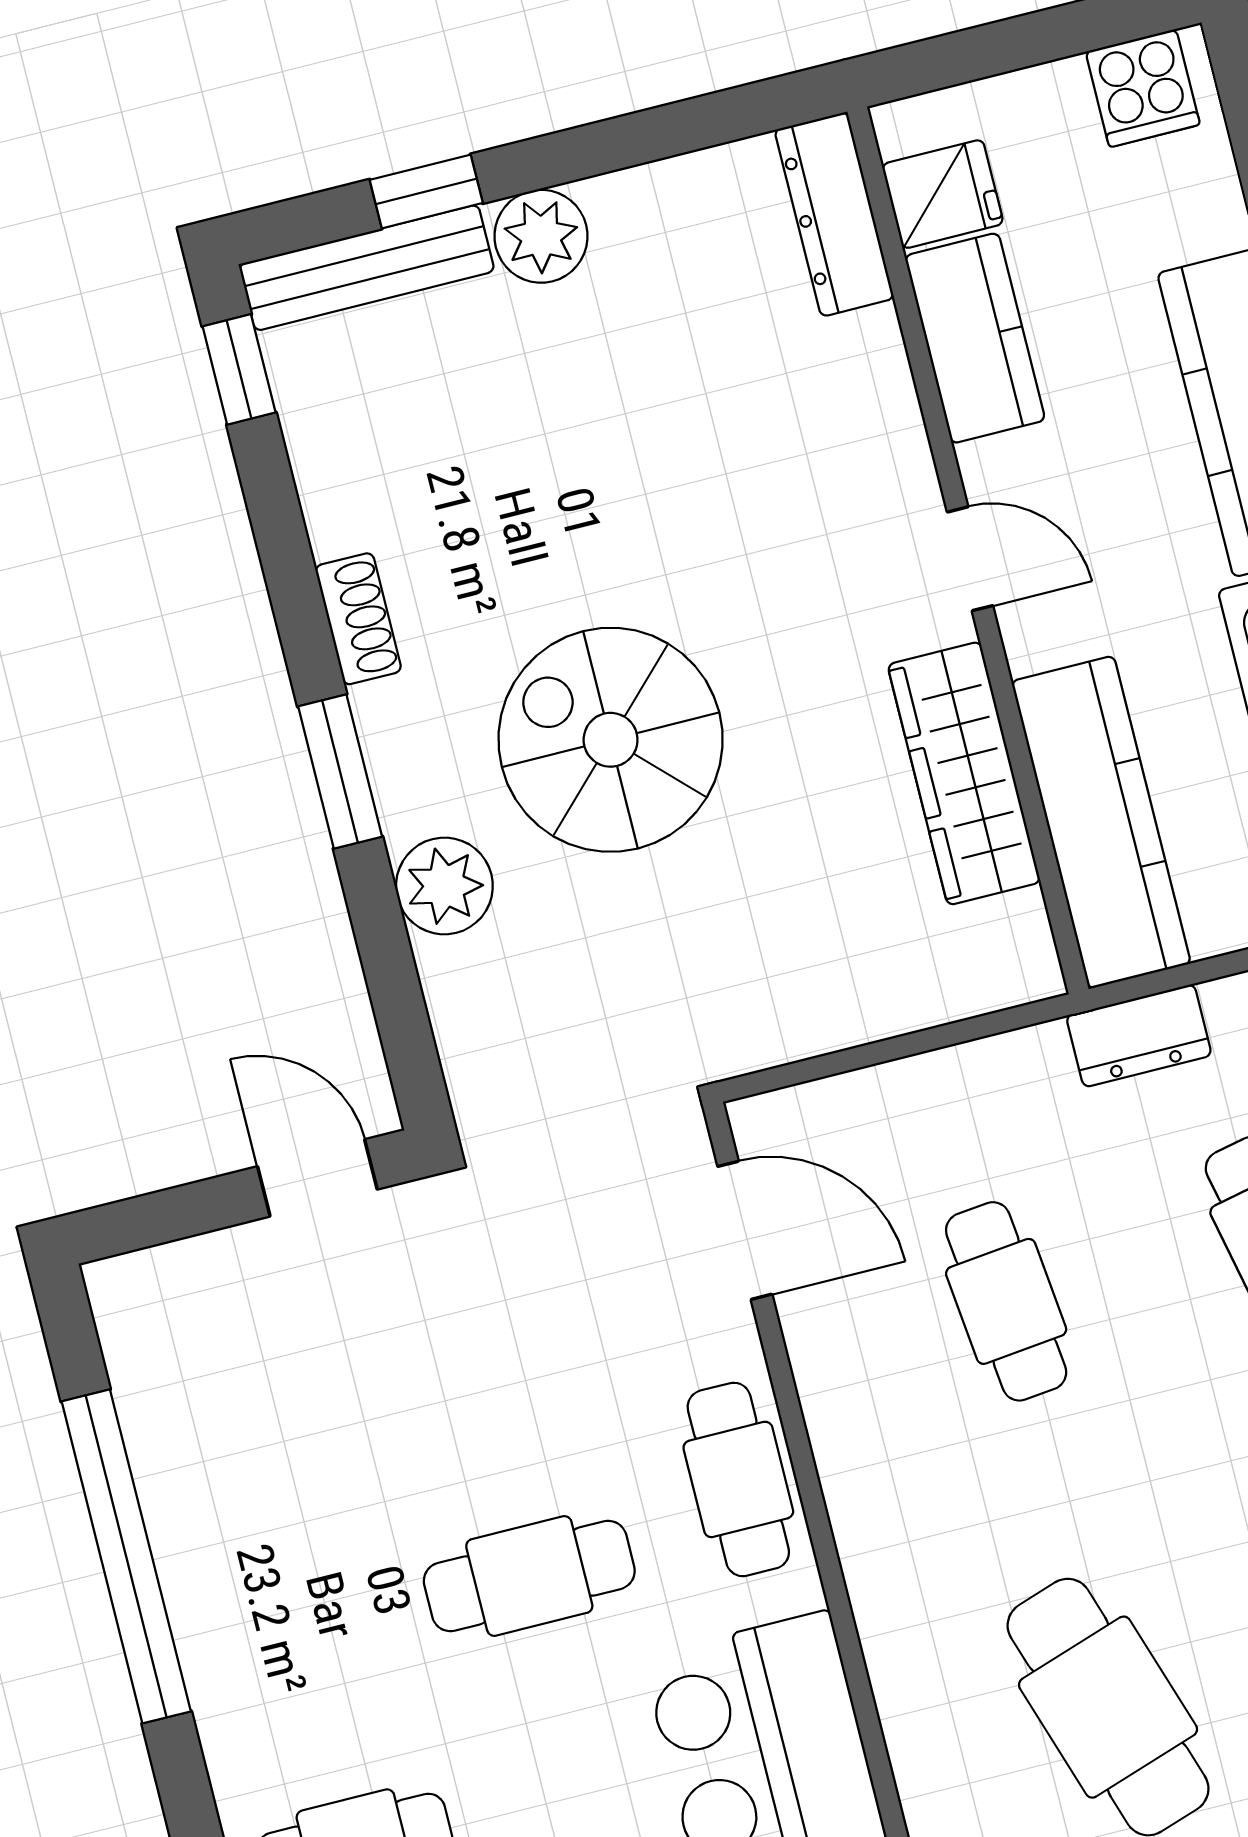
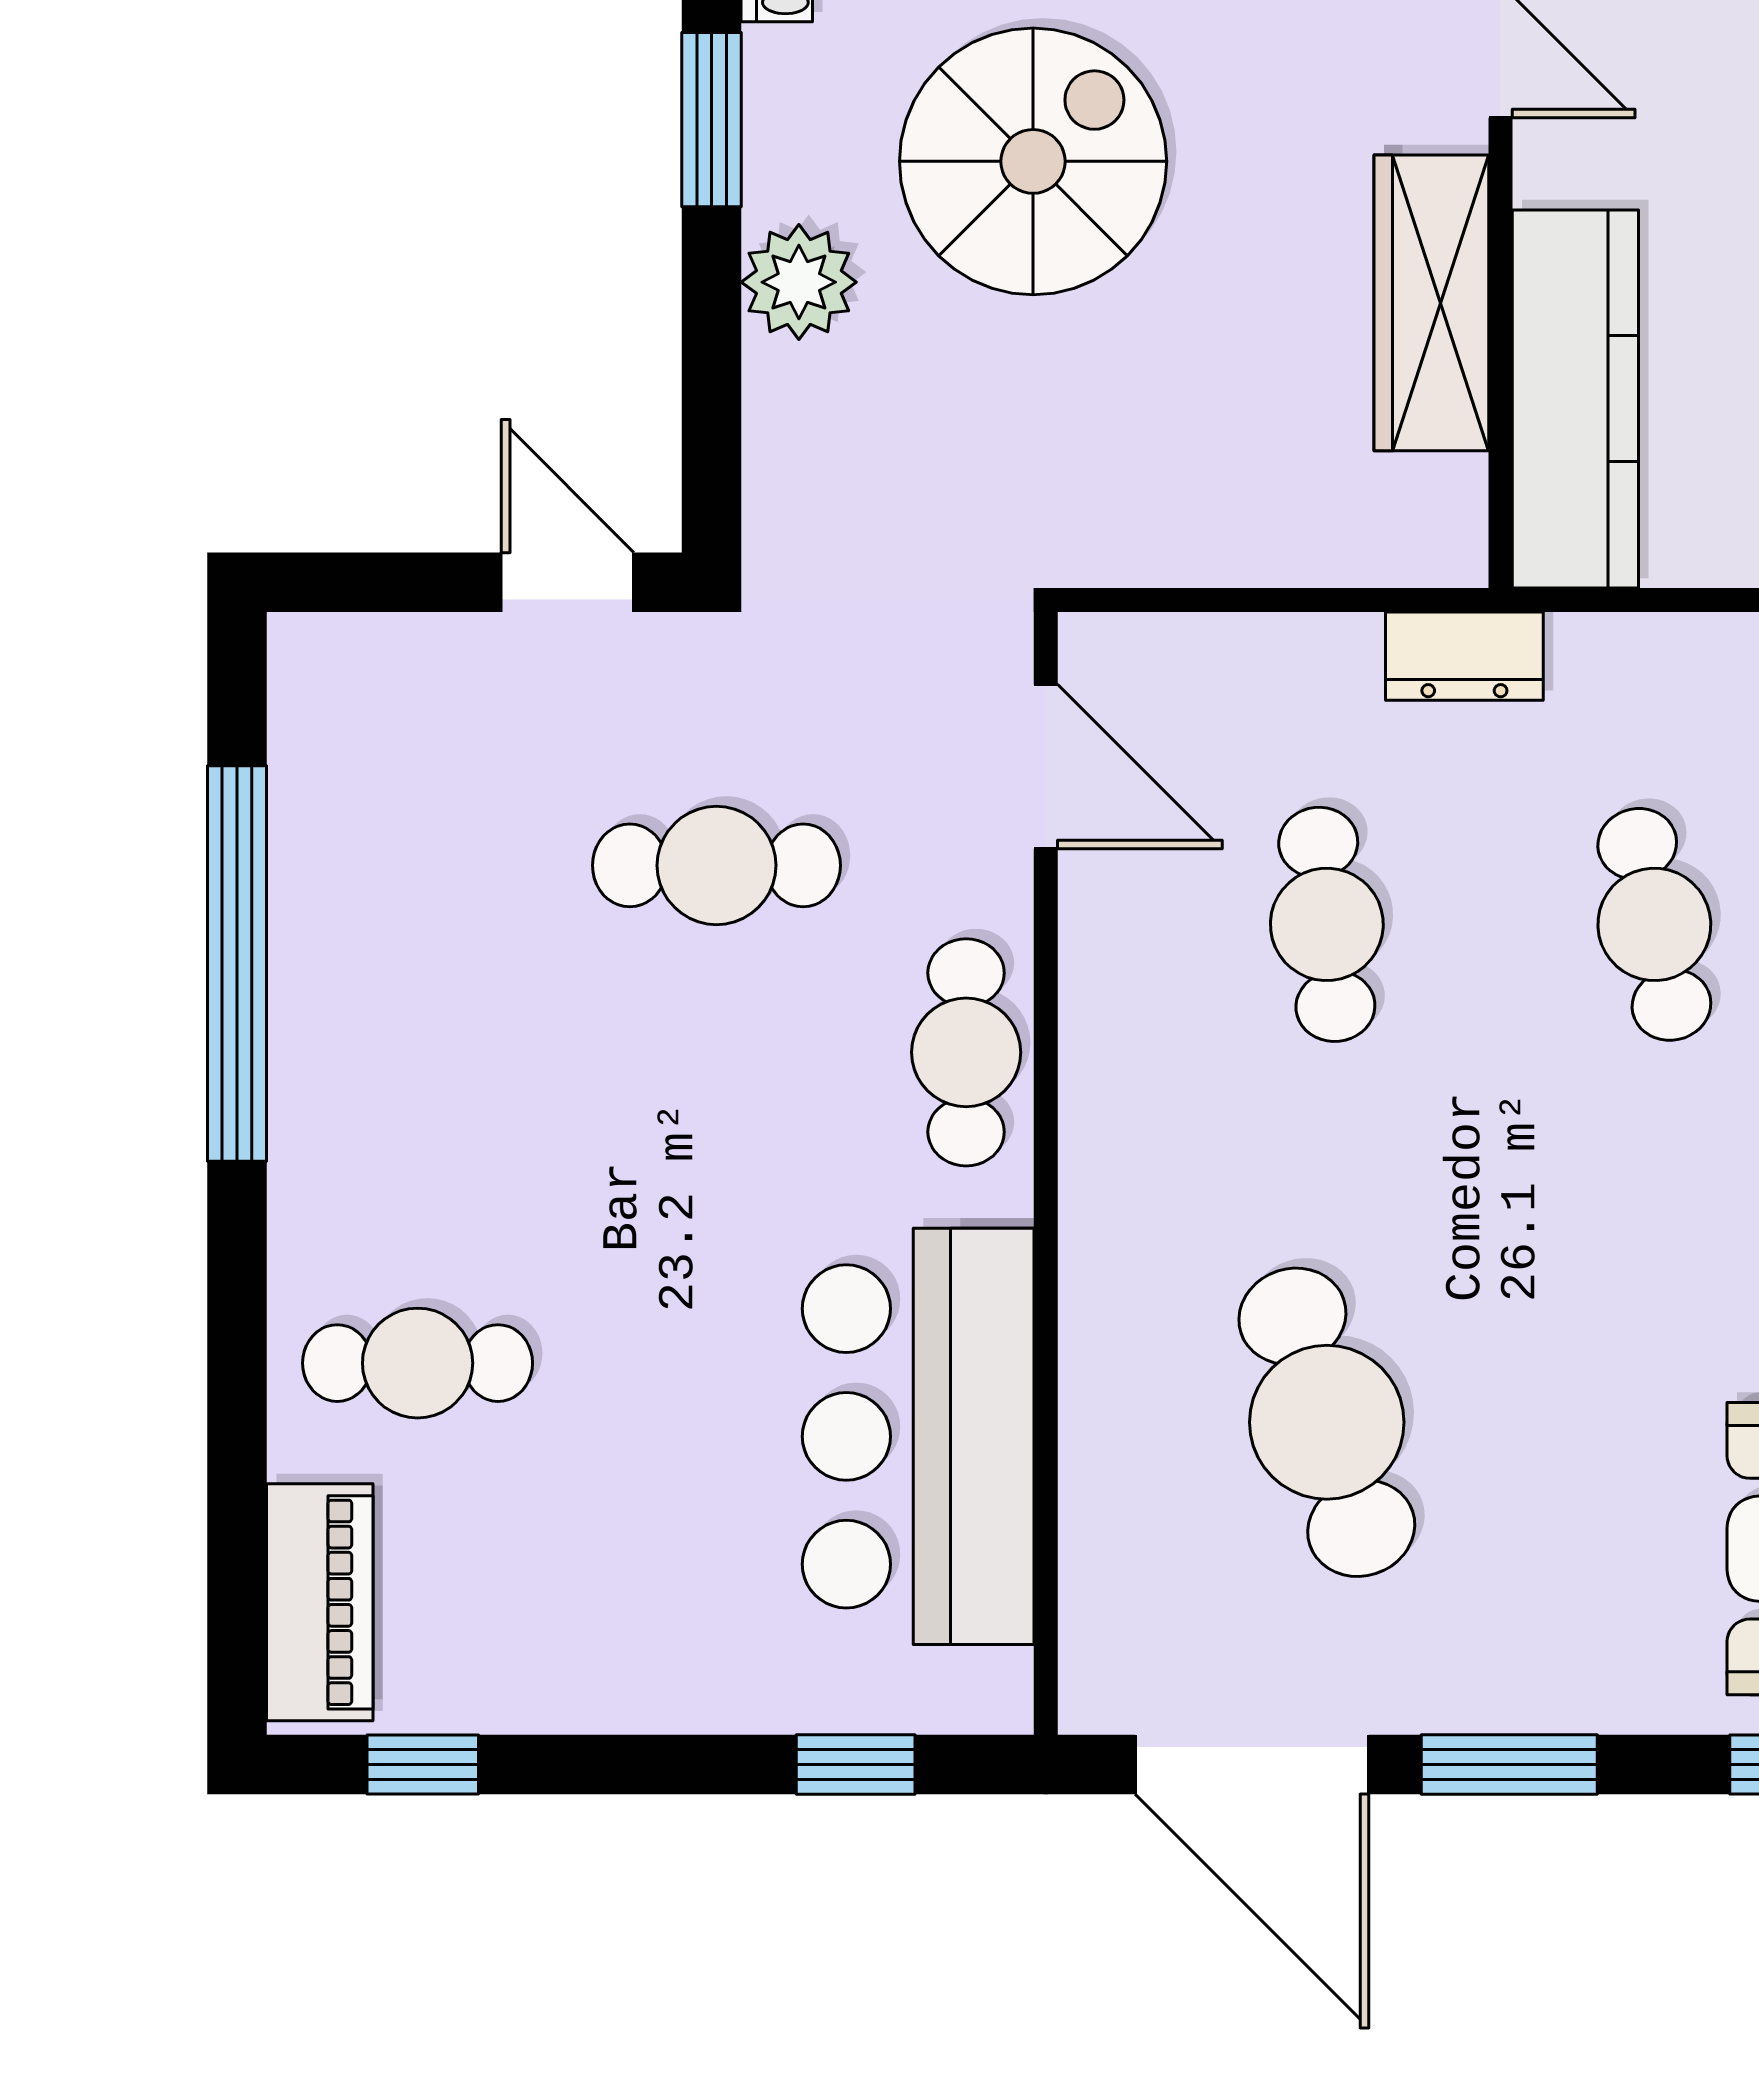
spiral stairs: (611, 740) -> (1033, 161), turned 90
dresser: (1139, 1036) -> (1464, 656), moved
cafe table: (529, 1576) -> (716, 865), moved

